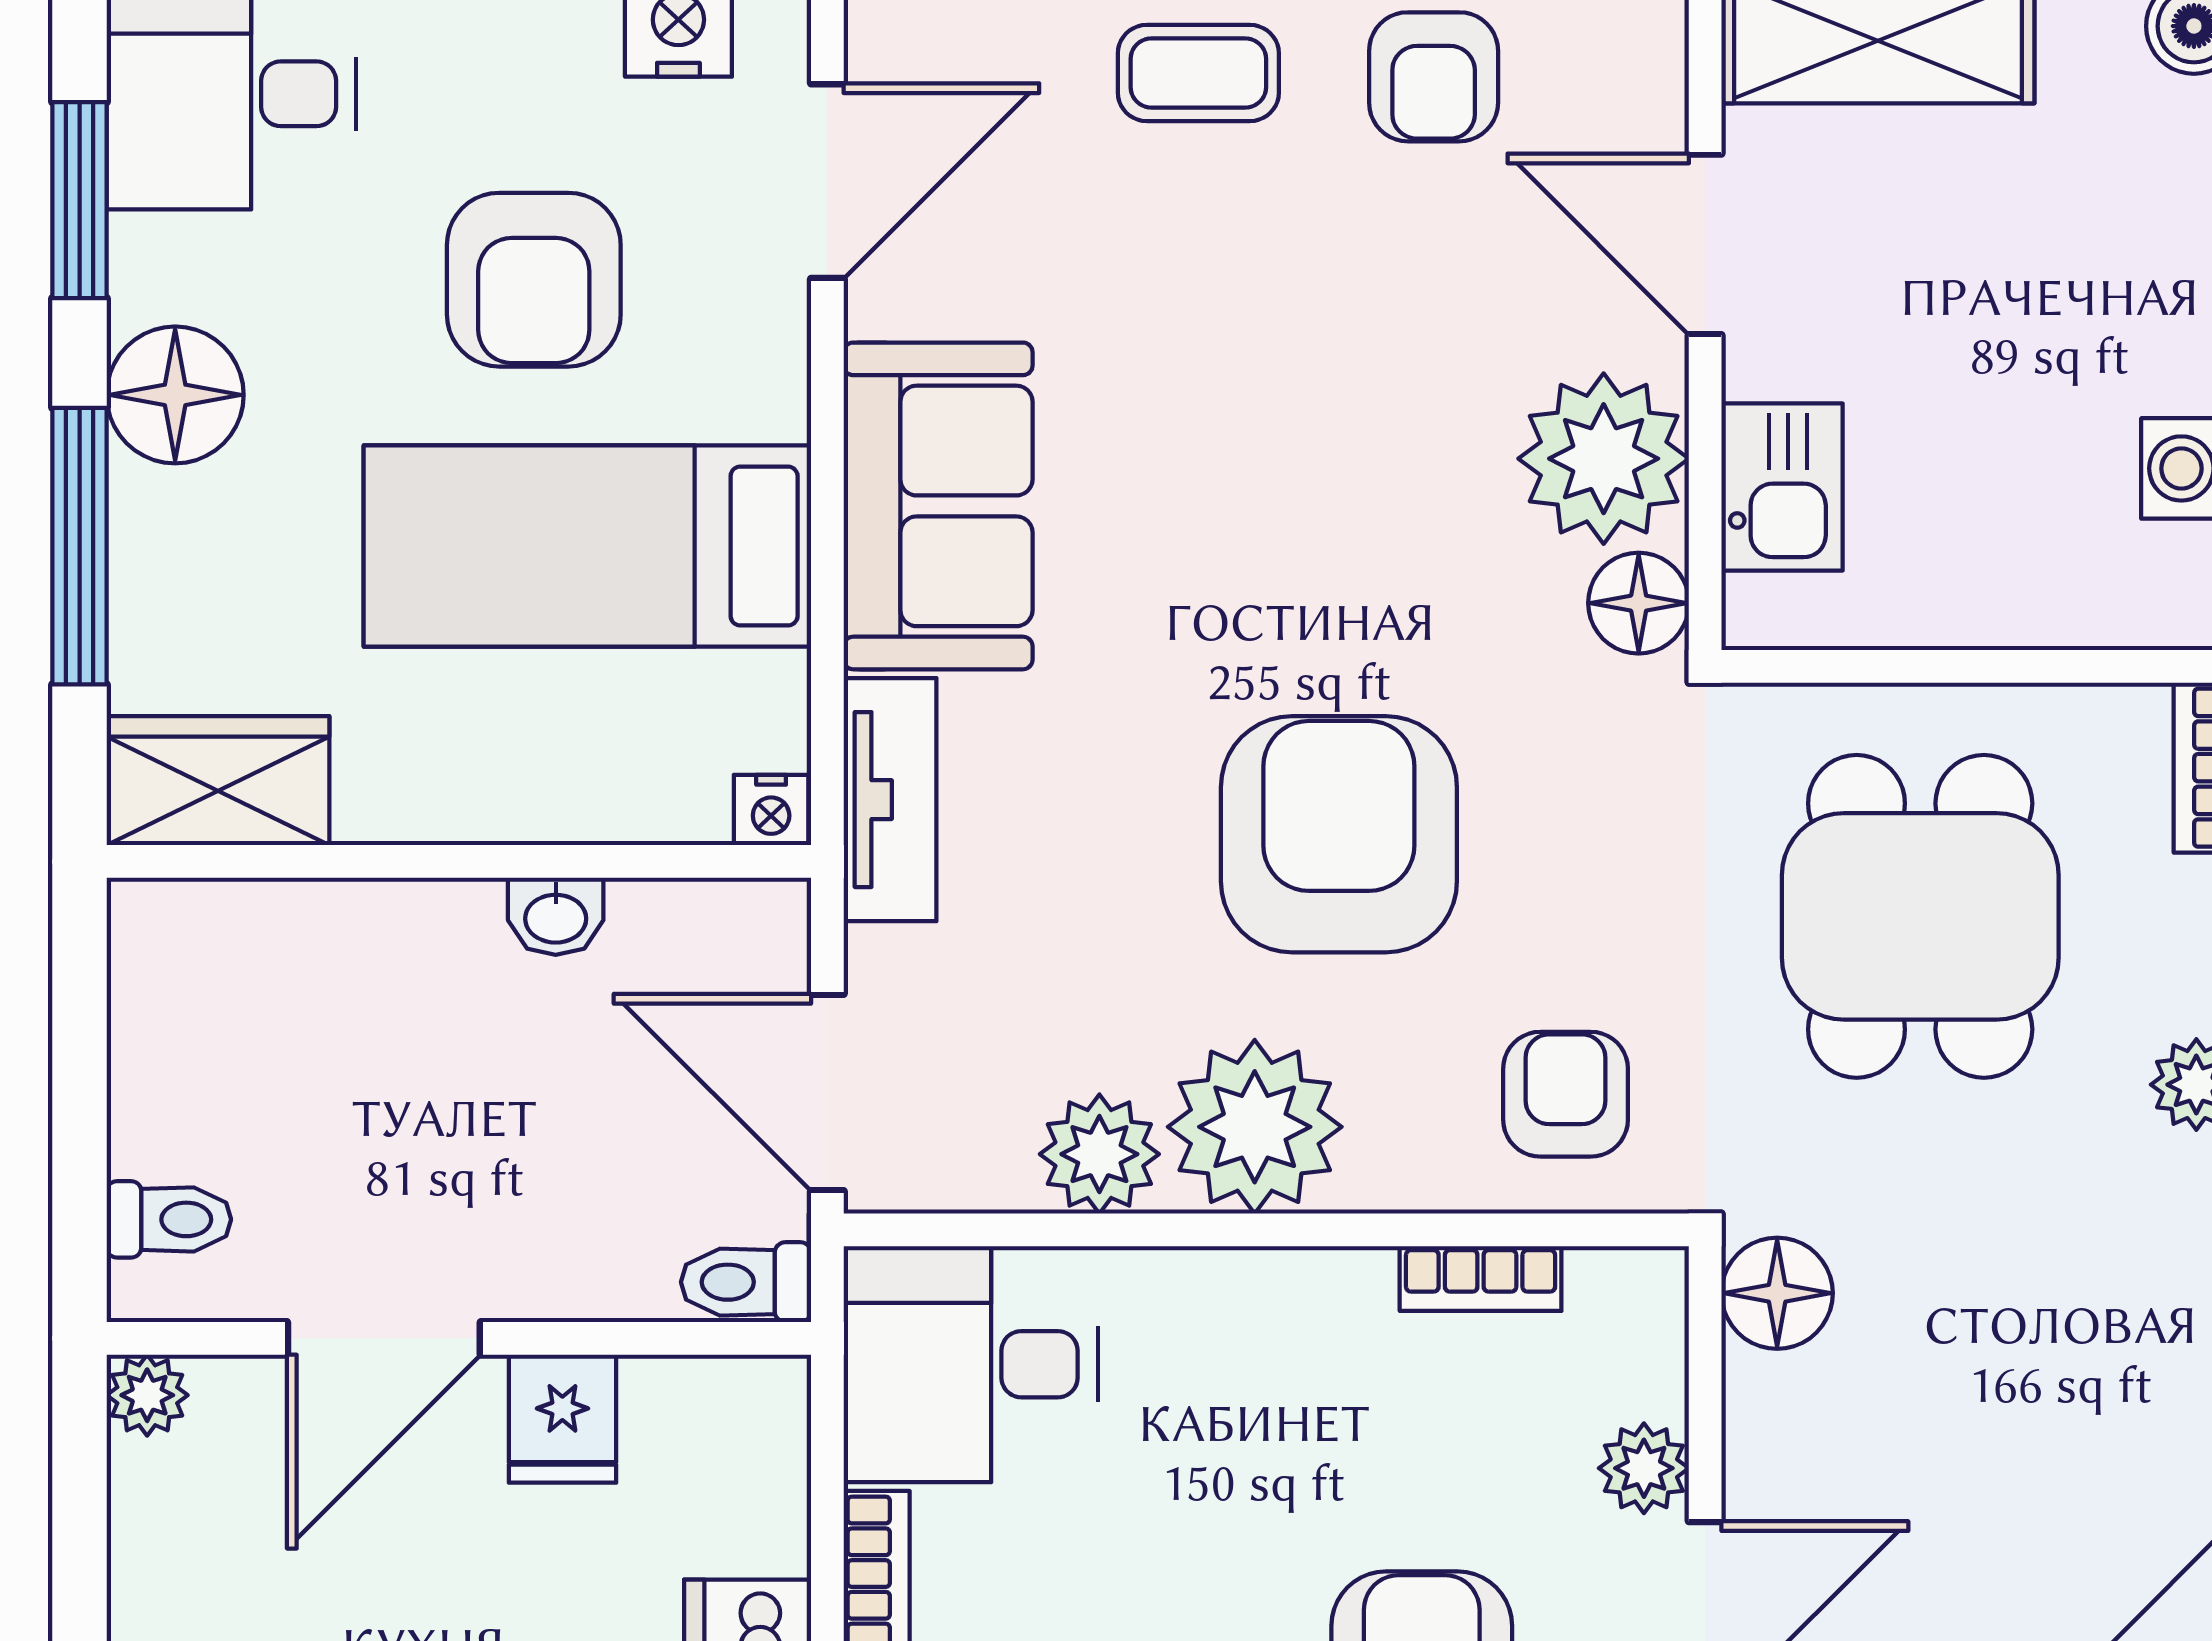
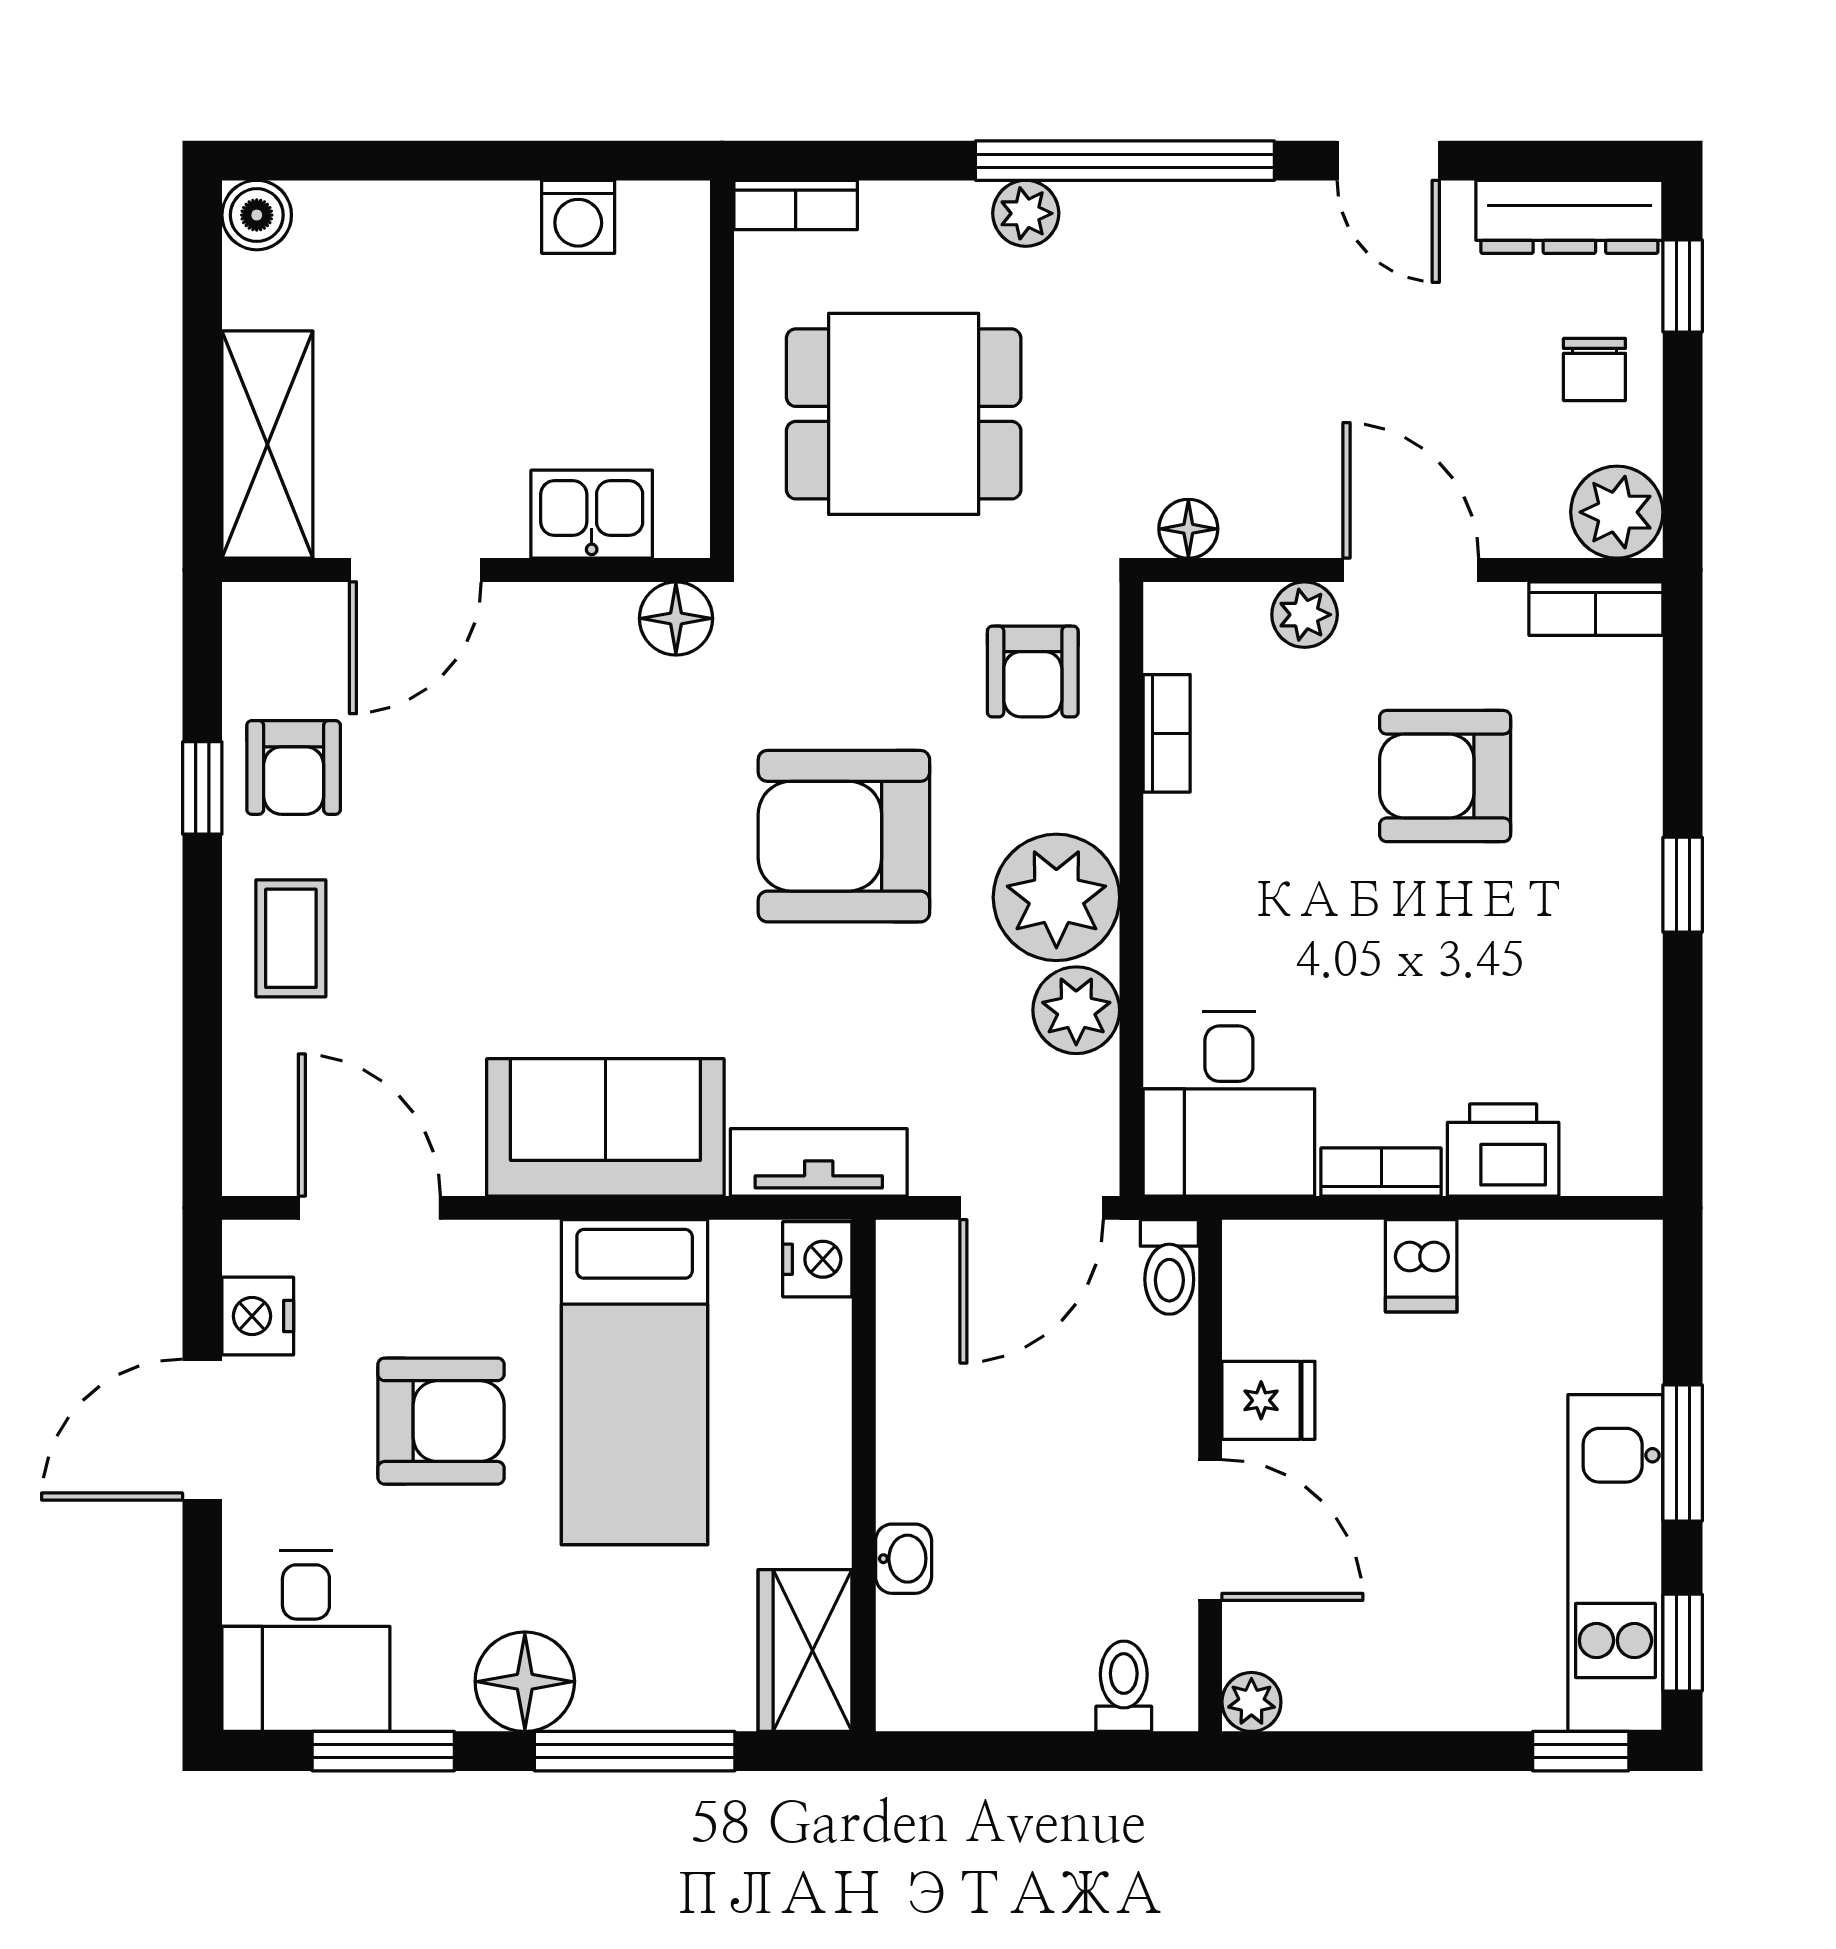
armchair: (1434, 77) -> (294, 767), turned 90
plant: (1604, 459) -> (571, 644), removed
nightstand: (771, 810) -> (817, 1259), width x1.39, depth x1.35
washbasin: (556, 916) -> (904, 1559), moved
armchair: (1566, 1094) -> (1033, 672), turned -90
floor lamp: (1777, 1293) -> (1188, 529), width x0.73, depth x0.73

